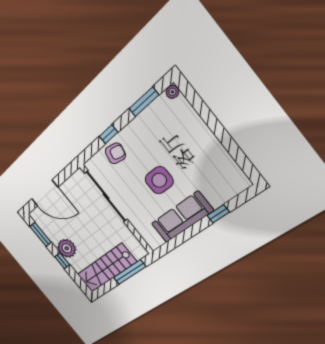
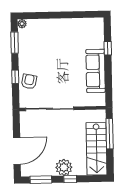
side table: (159, 180) -> (64, 68), removed

